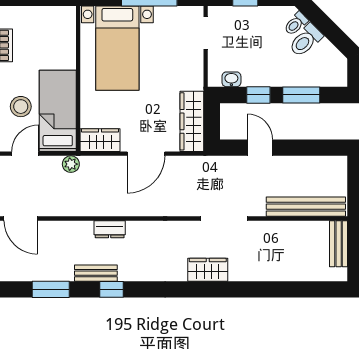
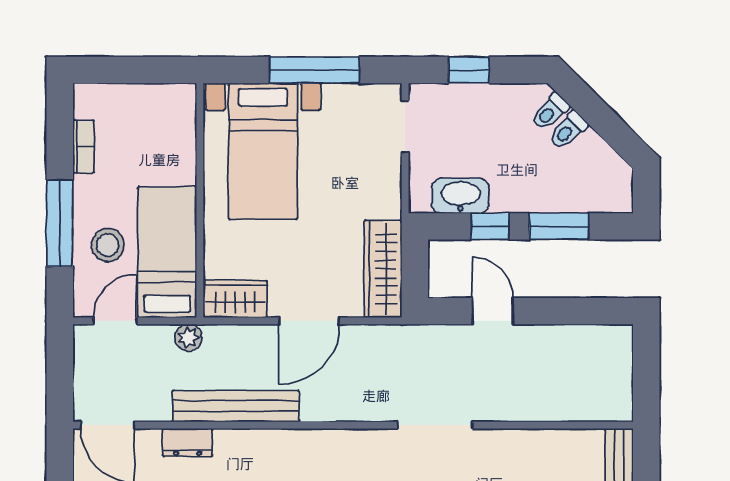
toilet: (306, 40) -> (568, 130), width x0.73, depth x0.72
washbasin: (231, 79) -> (460, 196), width x1.91, depth x1.45
bench: (306, 207) -> (236, 406), moved
dresser: (110, 229) -> (188, 442), moved

